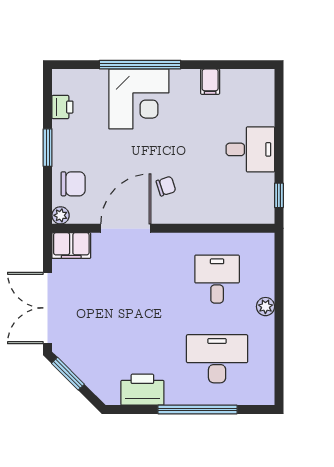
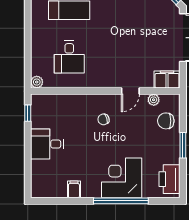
printer: (62, 107) -> (170, 179), width x1.87, depth x1.48
plant: (61, 215) -> (154, 100), moved
door: (126, 228) -> (130, 91), width x0.53
plant: (265, 307) -> (37, 82), moved

